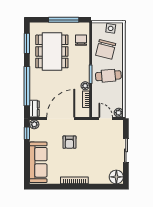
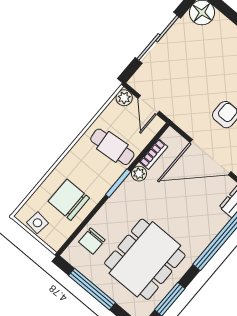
chair: (106, 49) -> (69, 200), turned -104
cafe table: (108, 76) -> (112, 147), moved
sliding door: (126, 150) -> (158, 38), width x1.37

